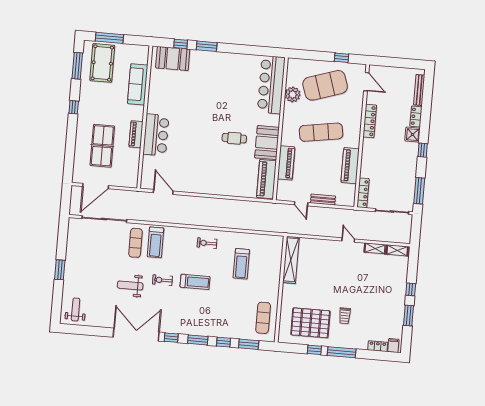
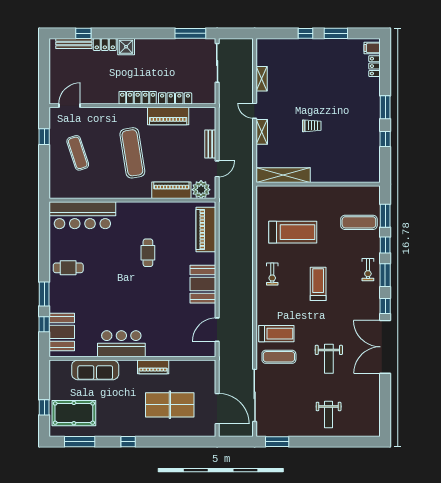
window: (109, 38) -> (44, 407), width x0.46
cafe table: (227, 69) -> (68, 268), added
exercise mat: (325, 85) -> (78, 153), width x0.50, depth x0.69
plant: (293, 94) -> (201, 190), moved
locker: (370, 121) -> (138, 98), moved
bar counter: (156, 135) -> (121, 344), moved
booth: (267, 143) -> (203, 284), moved, turned 90
window: (423, 150) -> (83, 33), moved
piano: (266, 179) -> (206, 230), moved, turned 90
locker: (363, 193) -> (175, 98), moved
door: (348, 240) -> (255, 111), hinge flipped
shelving: (397, 250) -> (262, 132), moved
treadmill: (241, 264) -> (293, 232), width x1.37, depth x1.38
window: (60, 270) -> (277, 442), moved
exercise bike: (162, 280) -> (368, 270), moved
weight bench: (76, 309) -> (329, 415), moved, turned -90
trolley: (345, 316) -> (312, 126), moved
exercise mat: (263, 318) -> (359, 222), moved
pallet: (310, 323) -> (354, 146), removed
window: (342, 352) -> (385, 107), width x0.69

